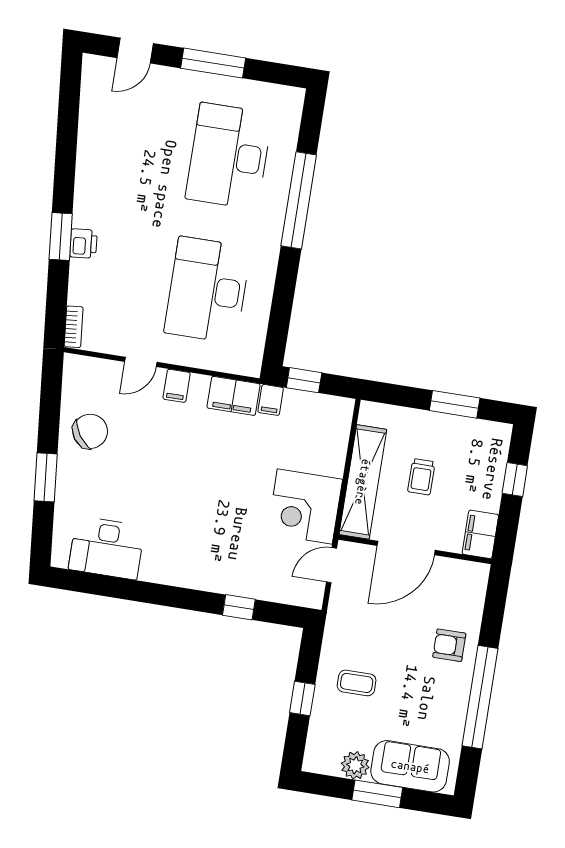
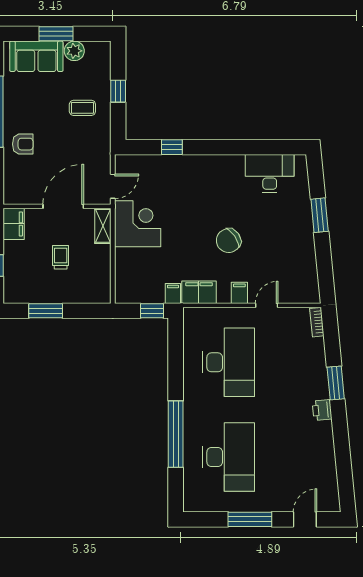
printer: (84, 244) -> (322, 410), moved
chair: (90, 431) -> (229, 241), moved
shelving: (363, 482) -> (103, 226), width x0.45, depth x0.75

